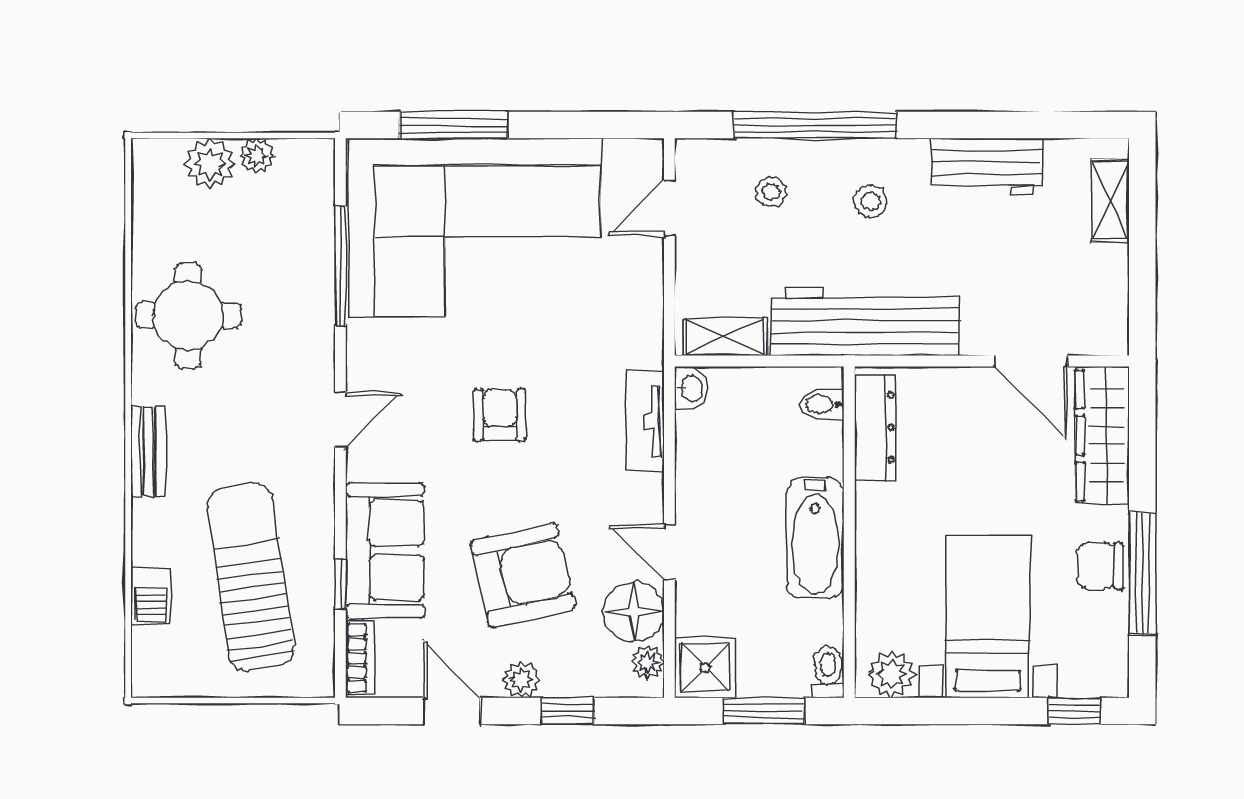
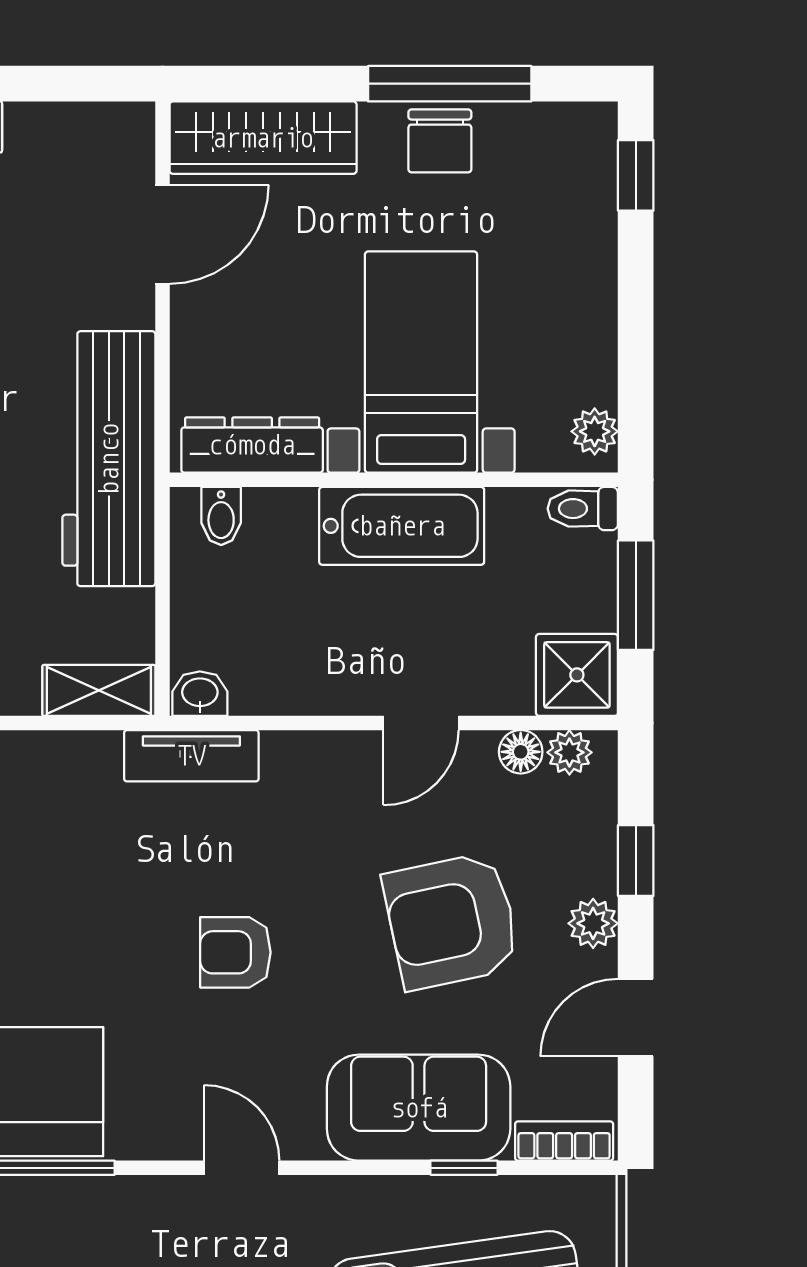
shelving: (725, 337) -> (99, 690), moved, turned 90
tv unit: (645, 422) -> (191, 756), moved
armchair: (523, 575) -> (451, 921), turned -89
floor lamp: (634, 612) -> (521, 752), width x0.53, depth x0.53
bed with nightstands: (988, 616) -> (421, 362), moved, turned 90
plant: (892, 674) -> (595, 431), width x0.73, depth x0.73

